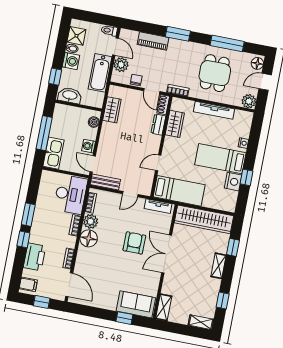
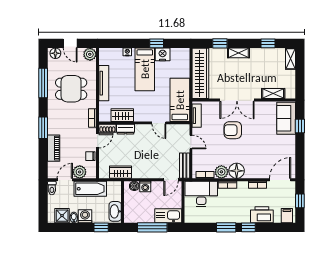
washing machine: (89, 146) -> (145, 186), moved
shelving: (164, 307) -> (273, 94), moved

